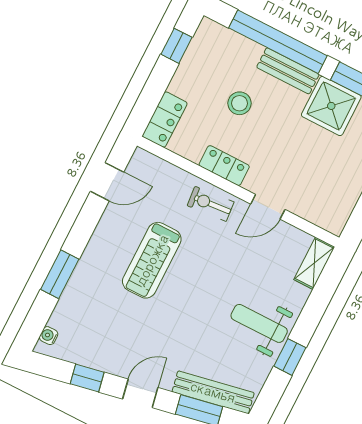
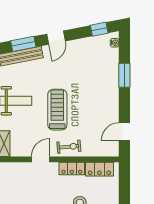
locker: (165, 120) -> (99, 169), moved, turned -90
treadmill: (152, 260) -> (57, 110), moved
window: (87, 378) -> (99, 29), moved

